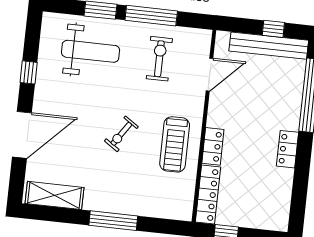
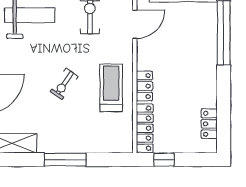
treadmill: (175, 144) -> (111, 88), turned 180
locker: (288, 149) -> (209, 124), moved

